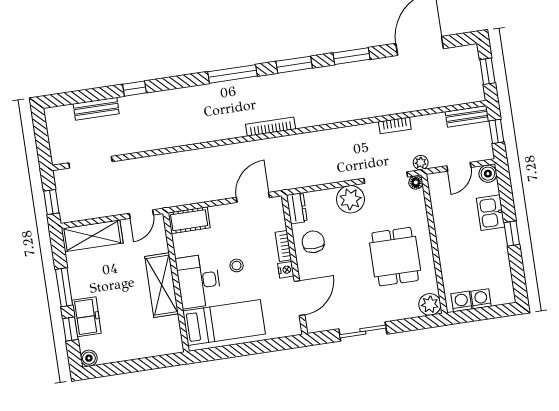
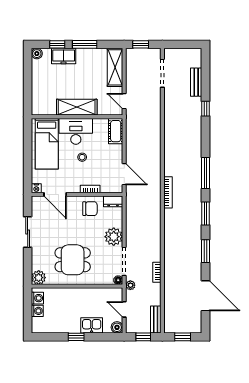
nightstand: (286, 270) -> (36, 188), moved

